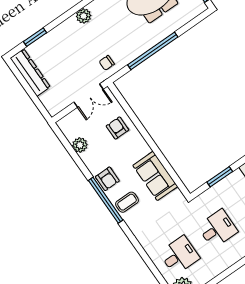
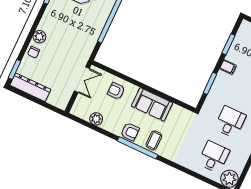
plant: (84, 16) -> (39, 37), moved
window: (35, 37) -> (14, 69), moved
chair: (107, 63) -> (34, 52), moved
sofa: (155, 176) -> (152, 104), moved

